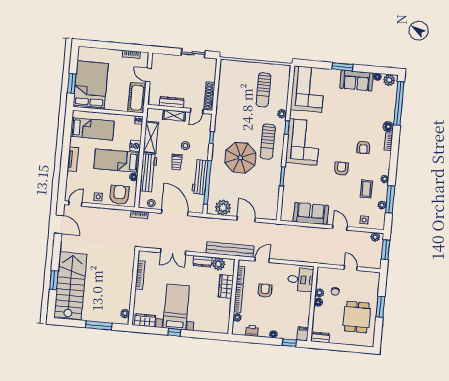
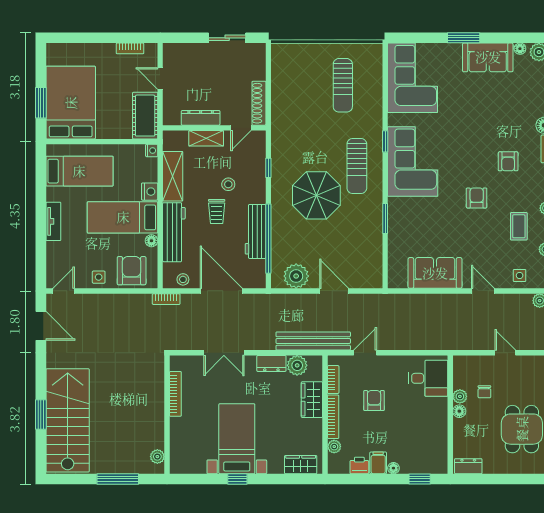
plant: (282, 114) -> (375, 120), removed
wardrobe: (145, 320) -> (301, 465), moved
filing cabinet: (303, 334) -> (378, 463), moved

